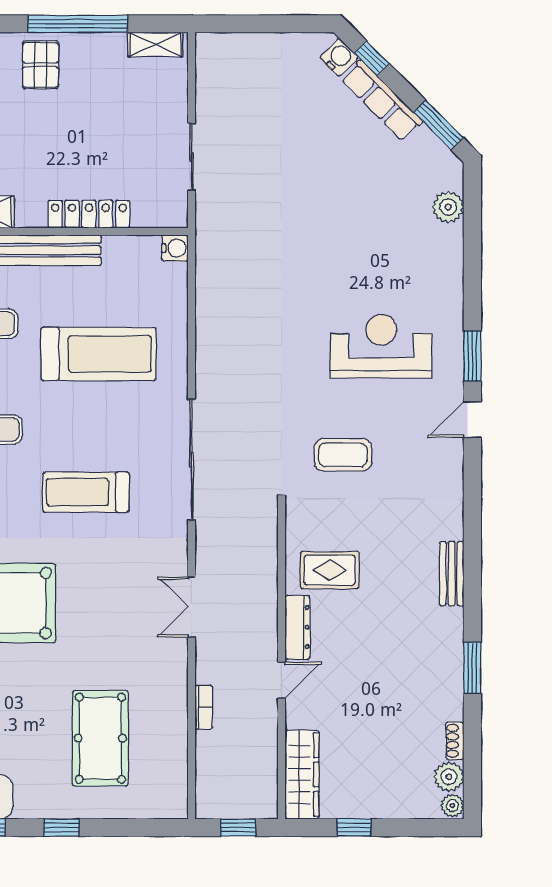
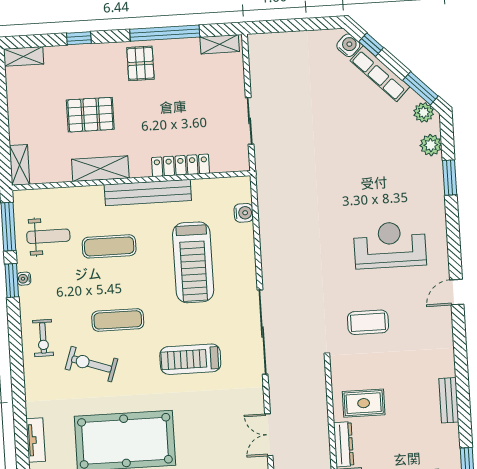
plant: (441, 160) -> (424, 112), added
water cooler: (175, 248) -> (244, 213), moved
treadmill: (98, 354) -> (193, 262), turned 90
window: (472, 356) -> (450, 178), moved

